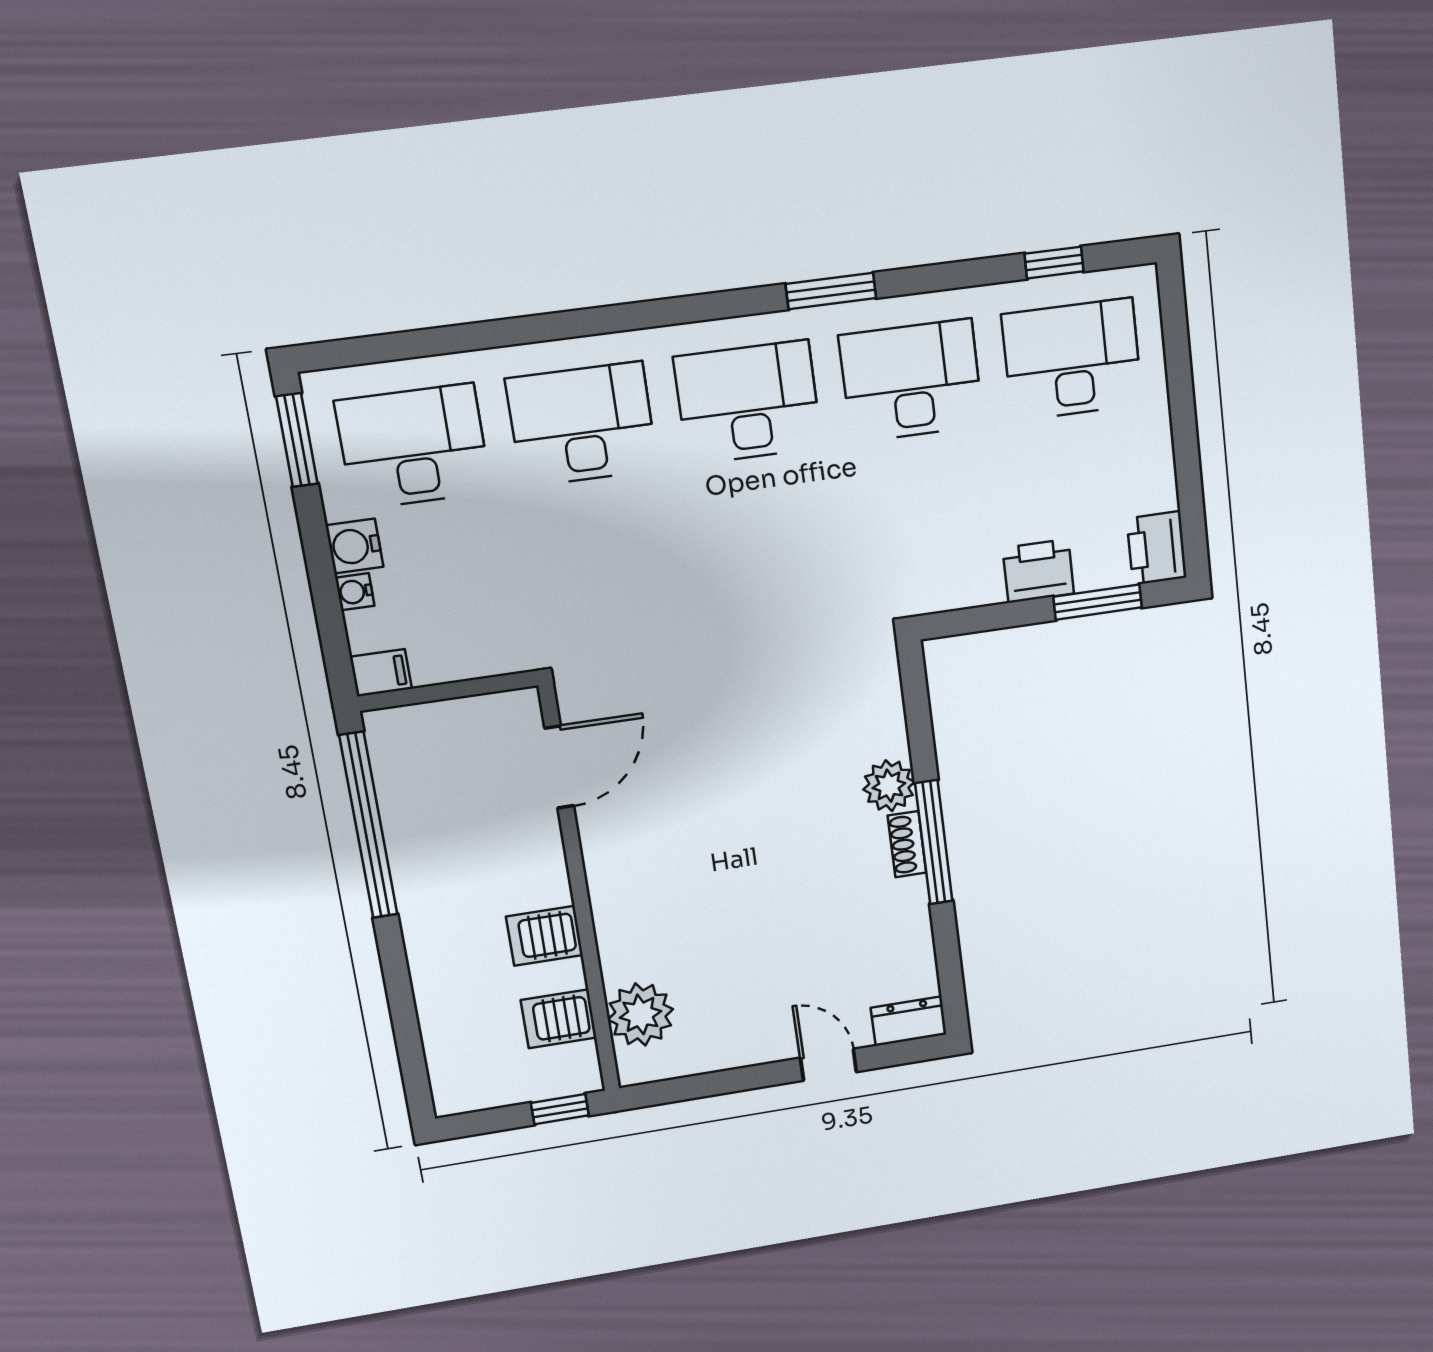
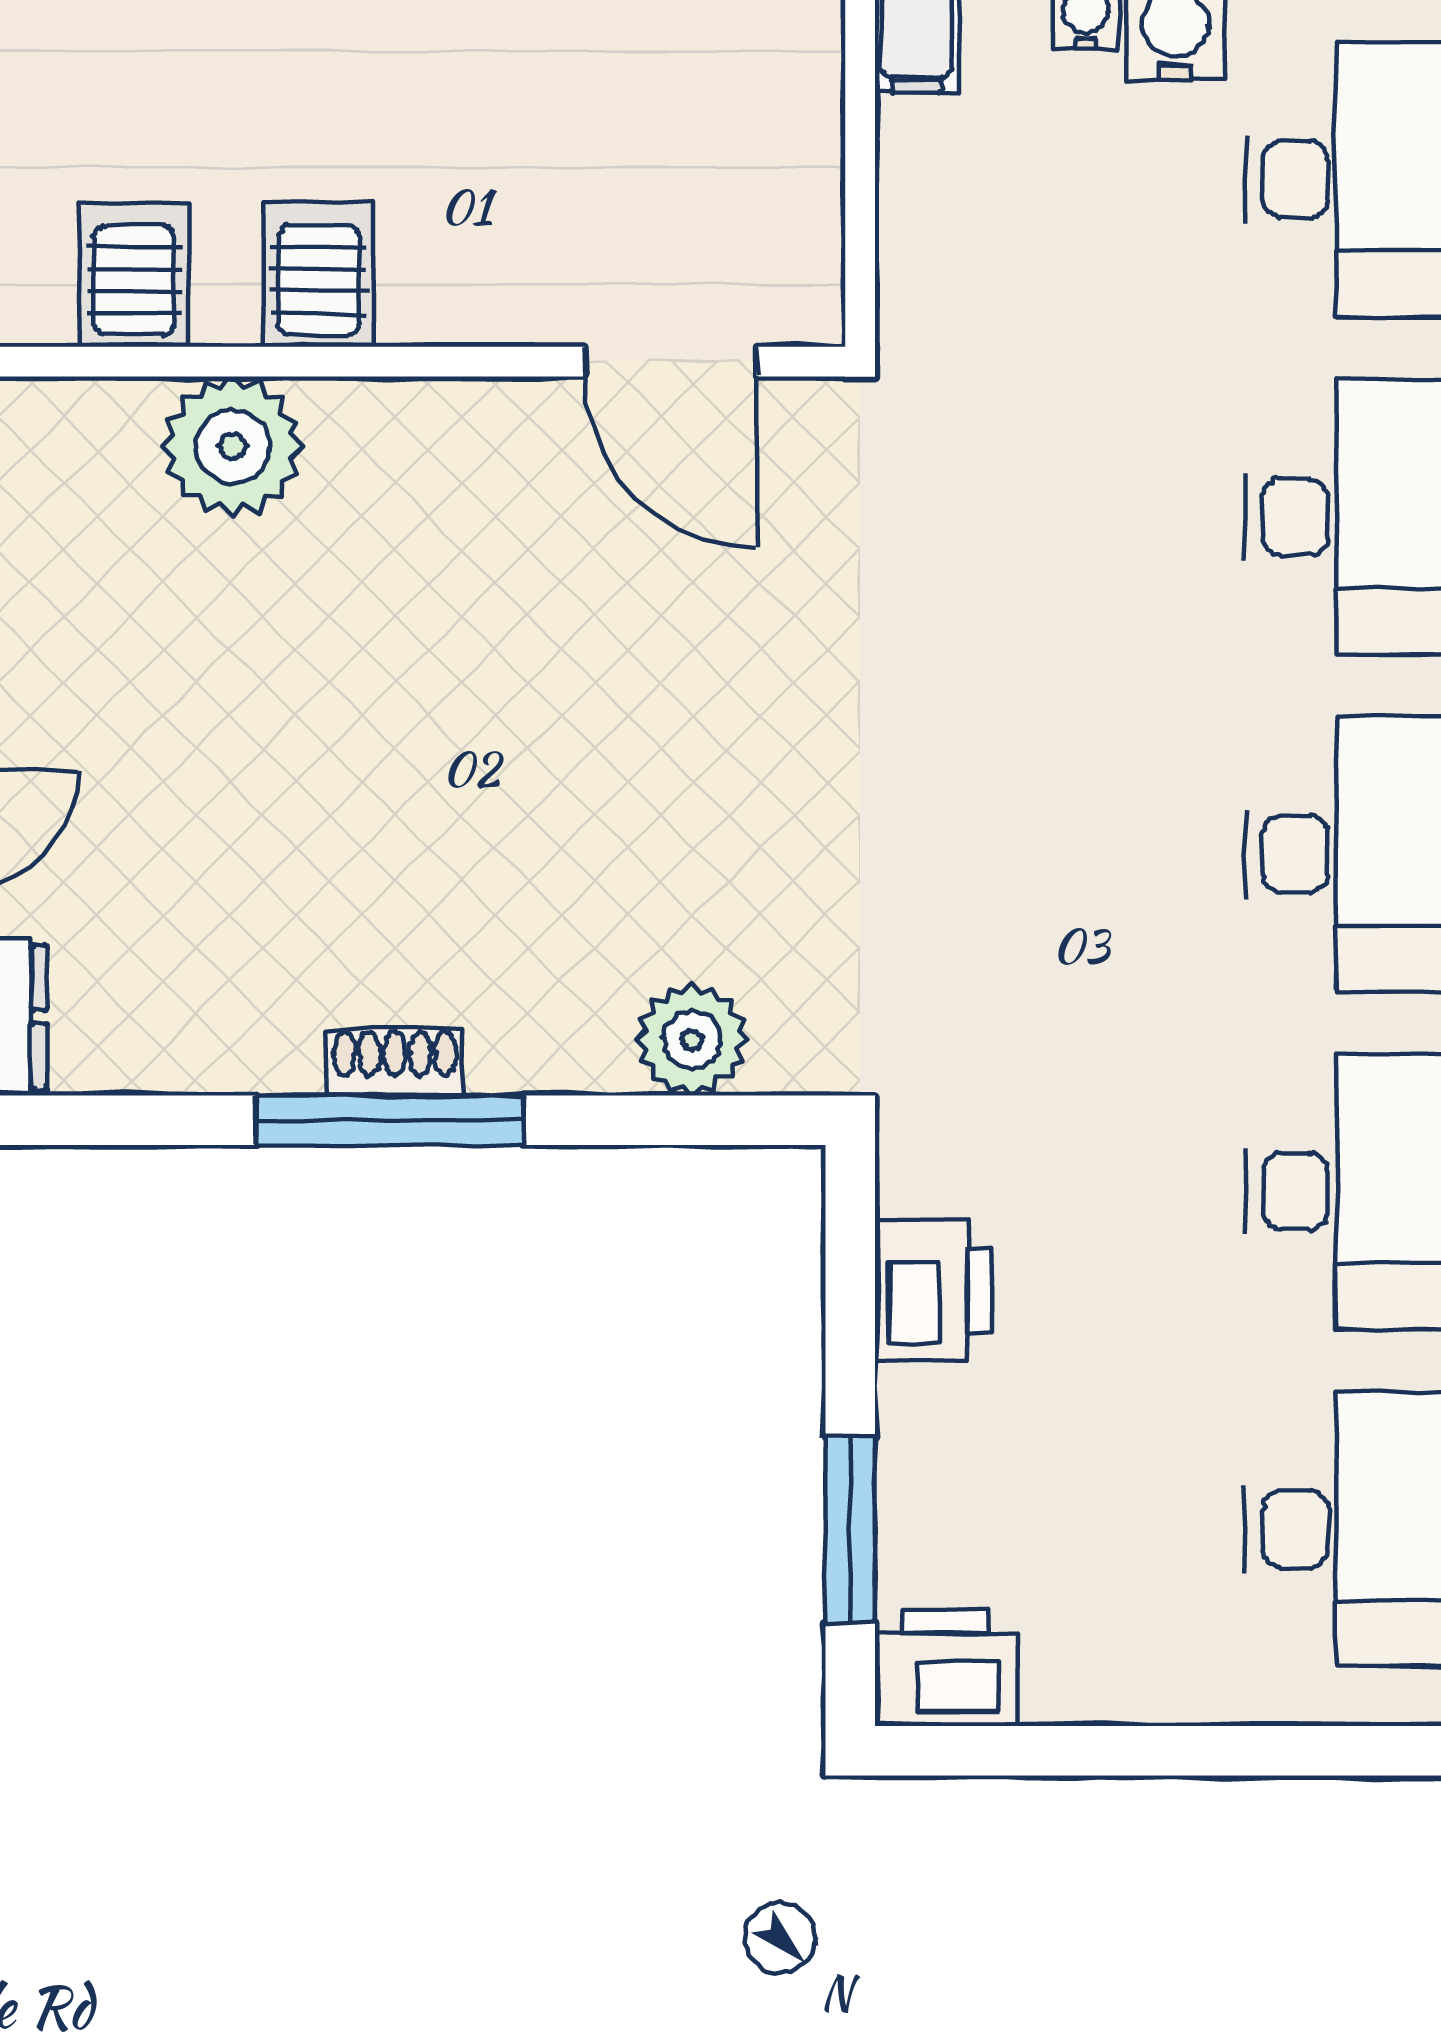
printer: (1038, 571) -> (933, 1291), moved
plant: (889, 786) -> (692, 1040), moved
plant: (640, 1014) -> (233, 447), moved

